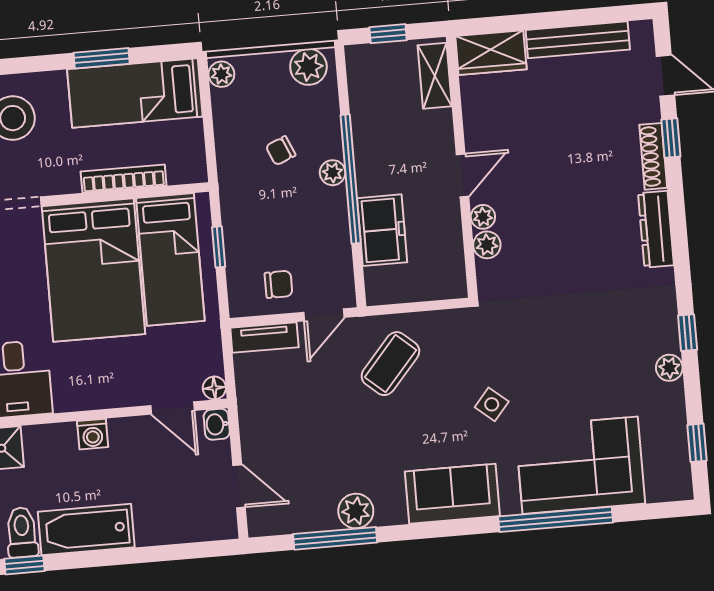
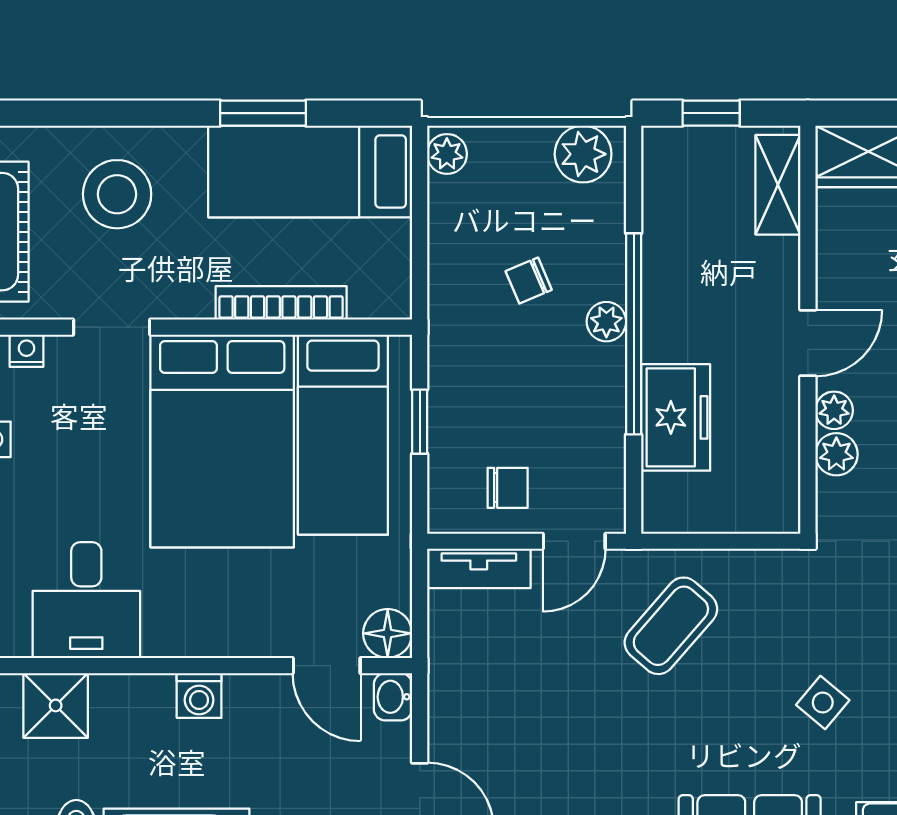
floor lamp: (214, 388) -> (388, 633), width x1.37, depth x1.37

